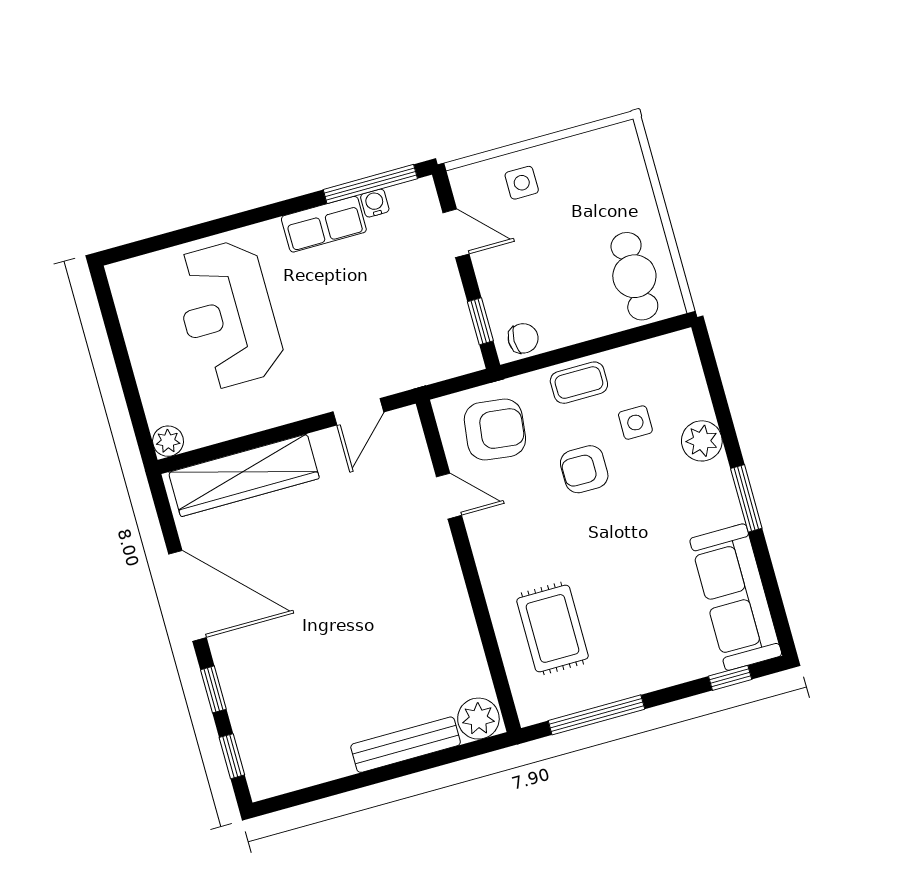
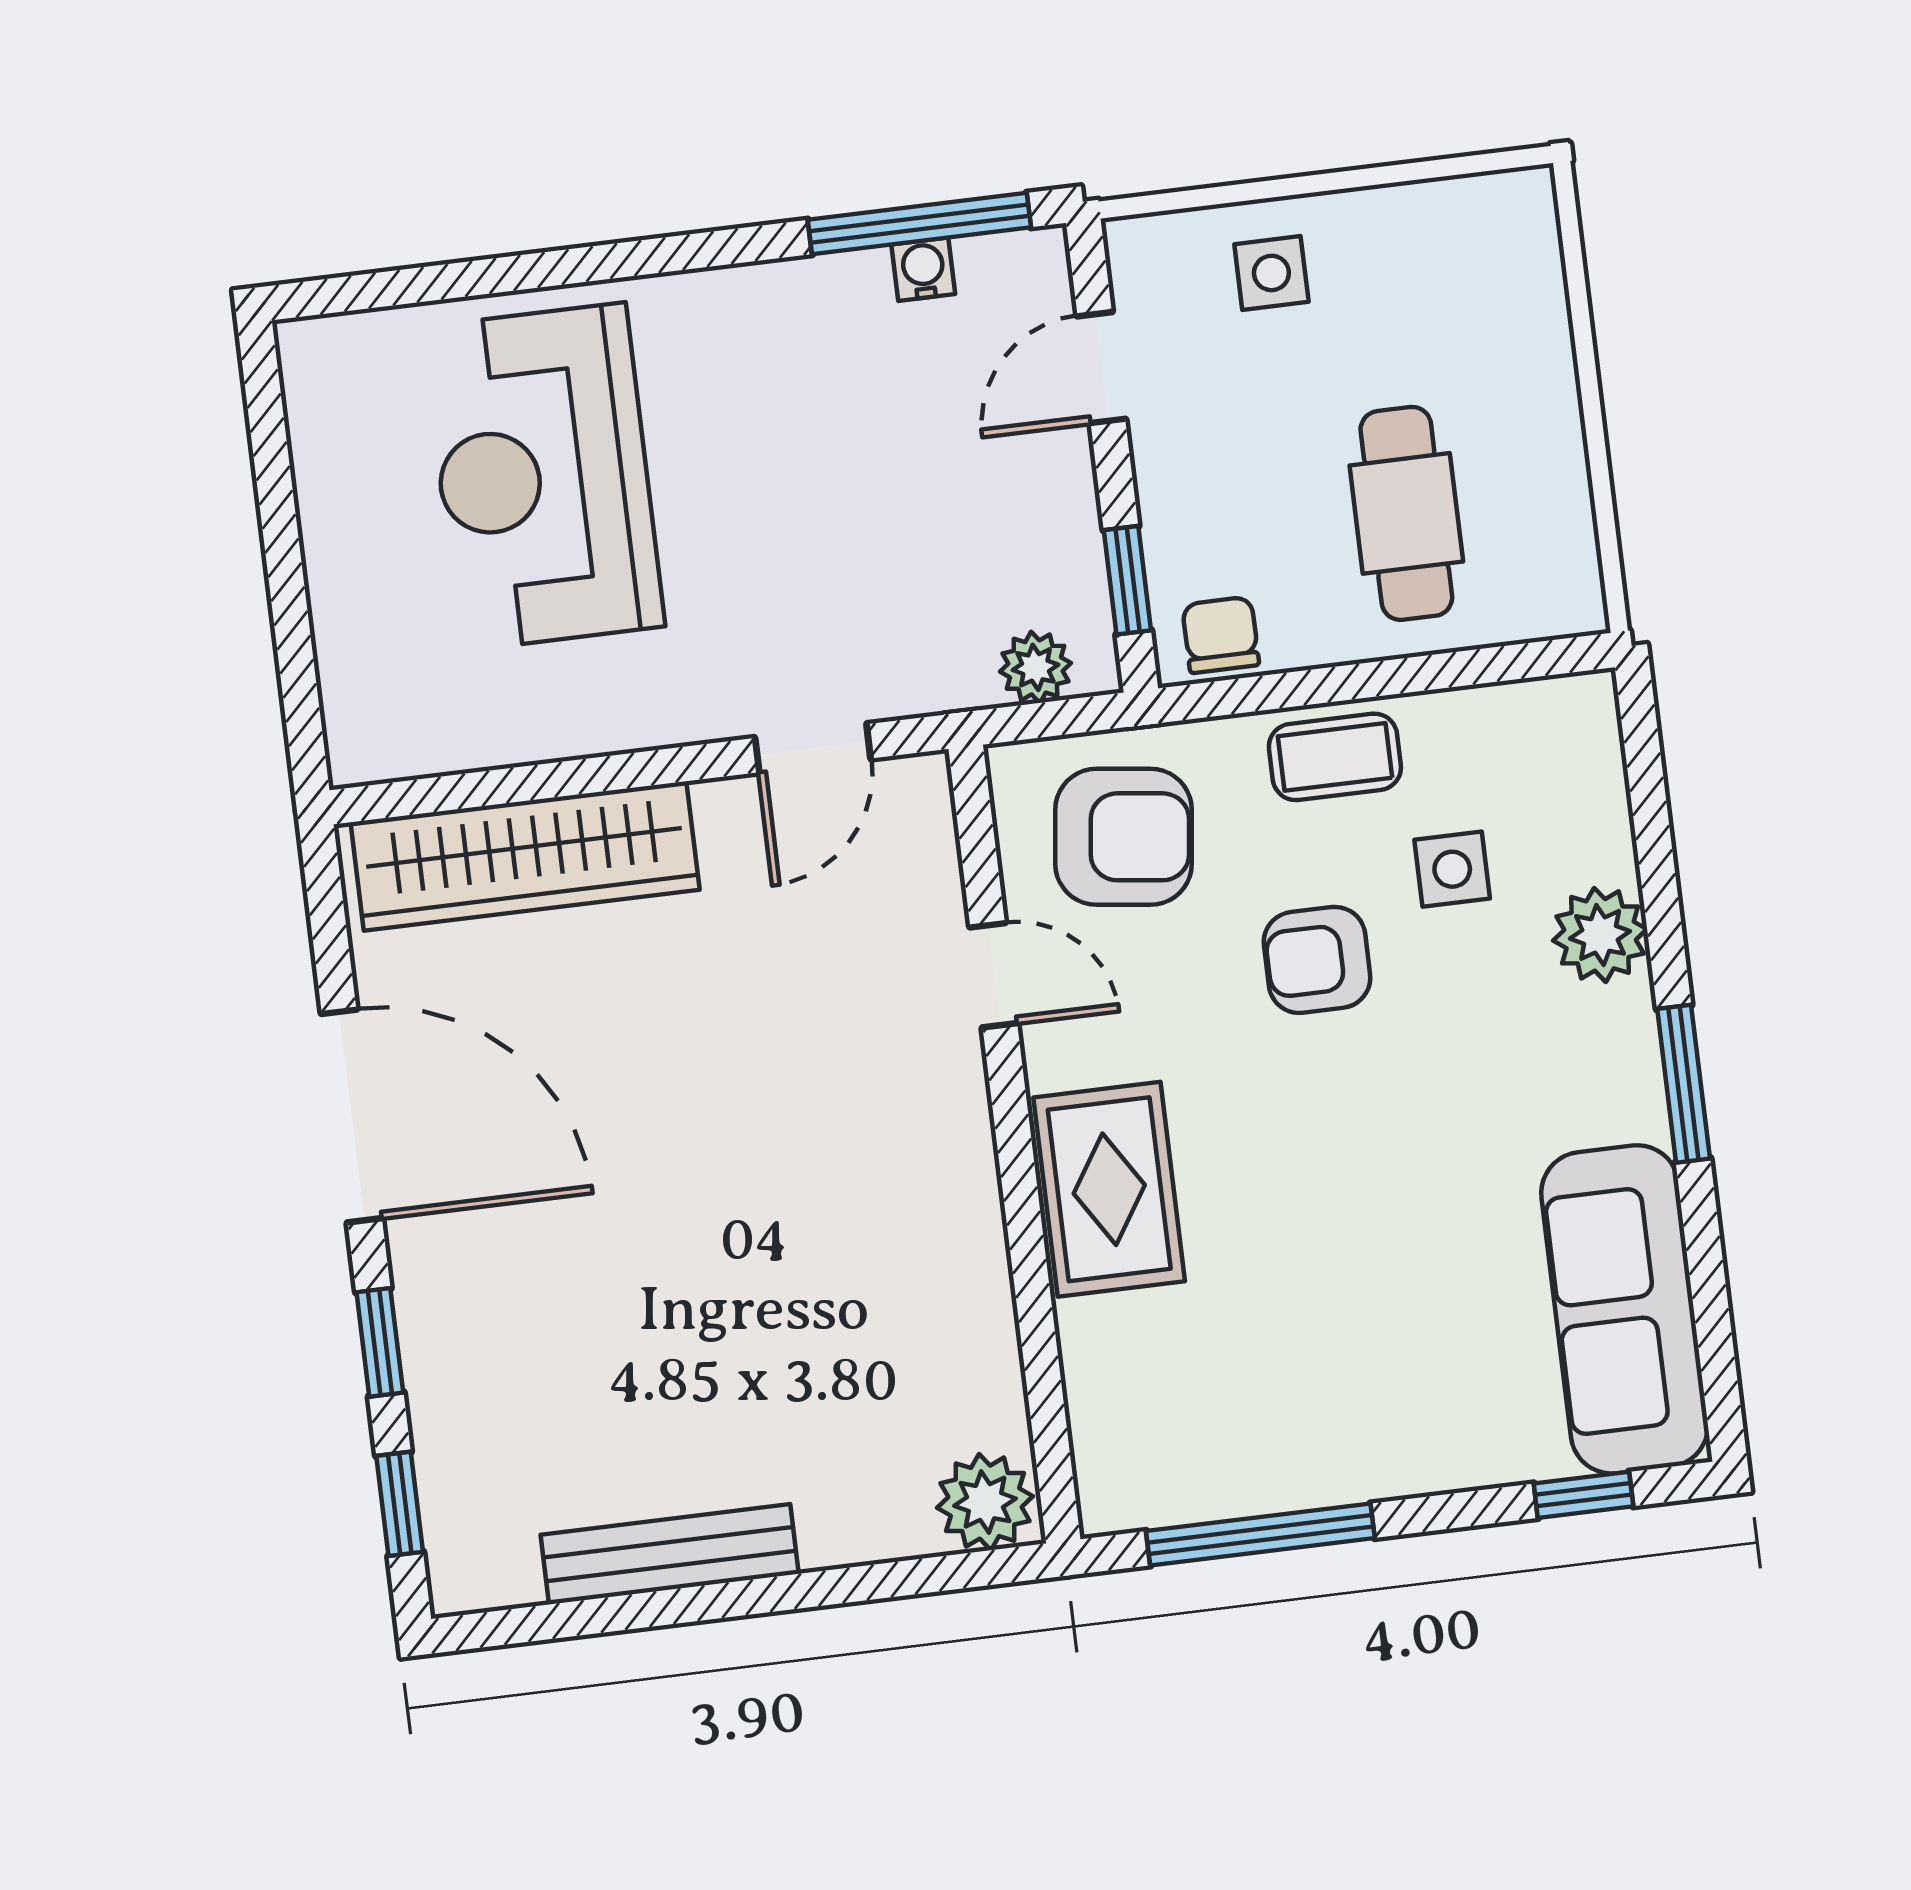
row of seats: (324, 224) -> (798, 301), removed
door: (456, 233) -> (1101, 368), swing flipped
cafe table: (634, 276) -> (1406, 513), moved
chair: (523, 338) -> (1221, 635), turned -90
plant: (168, 441) -> (1035, 667), moved
rug: (553, 628) -> (1109, 1189), moved
bench: (406, 745) -> (670, 1554), moved

